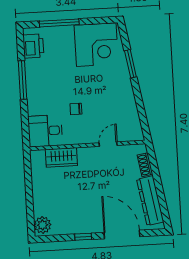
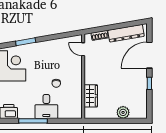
desk: (45, 131) -> (46, 107), moved
door: (108, 144) -> (83, 49), moved
plant: (43, 225) -> (123, 112), moved

